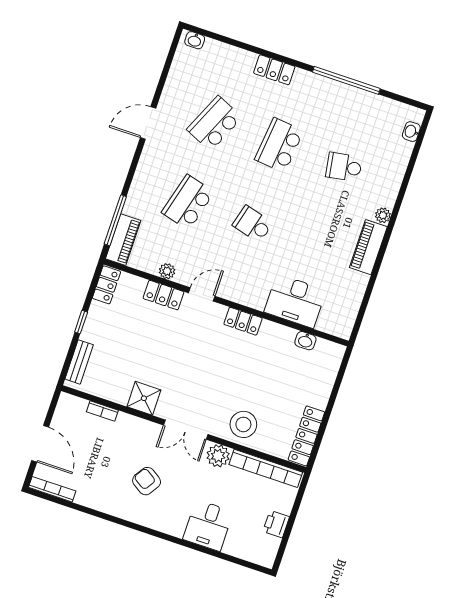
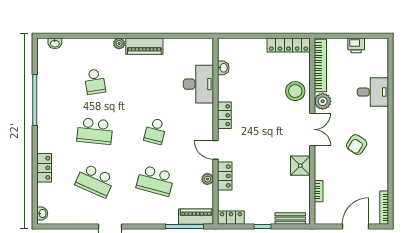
locker: (274, 70) -> (44, 168), moved

